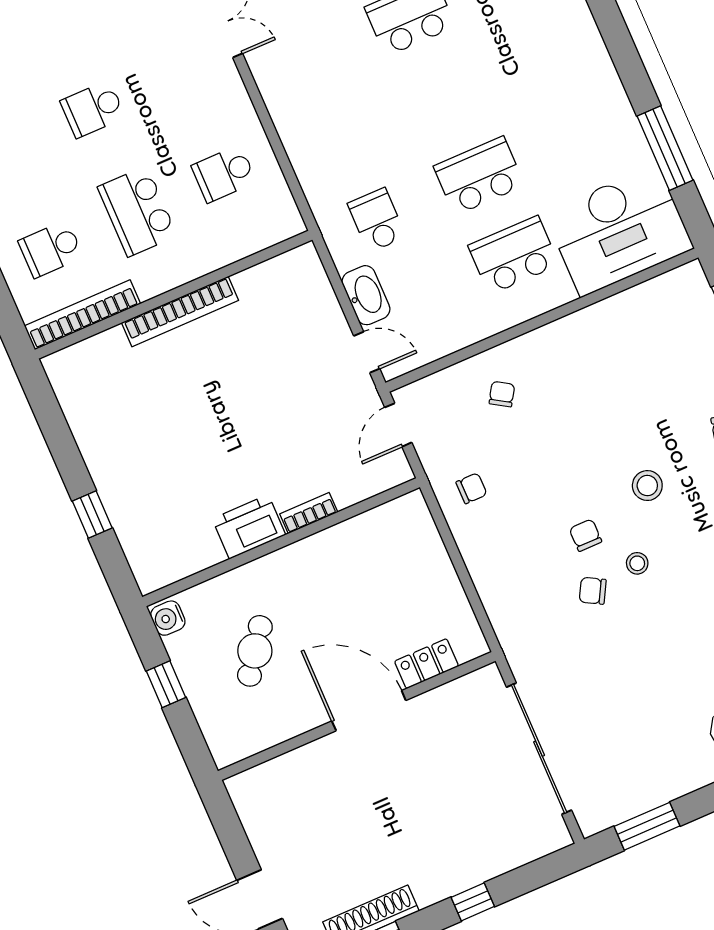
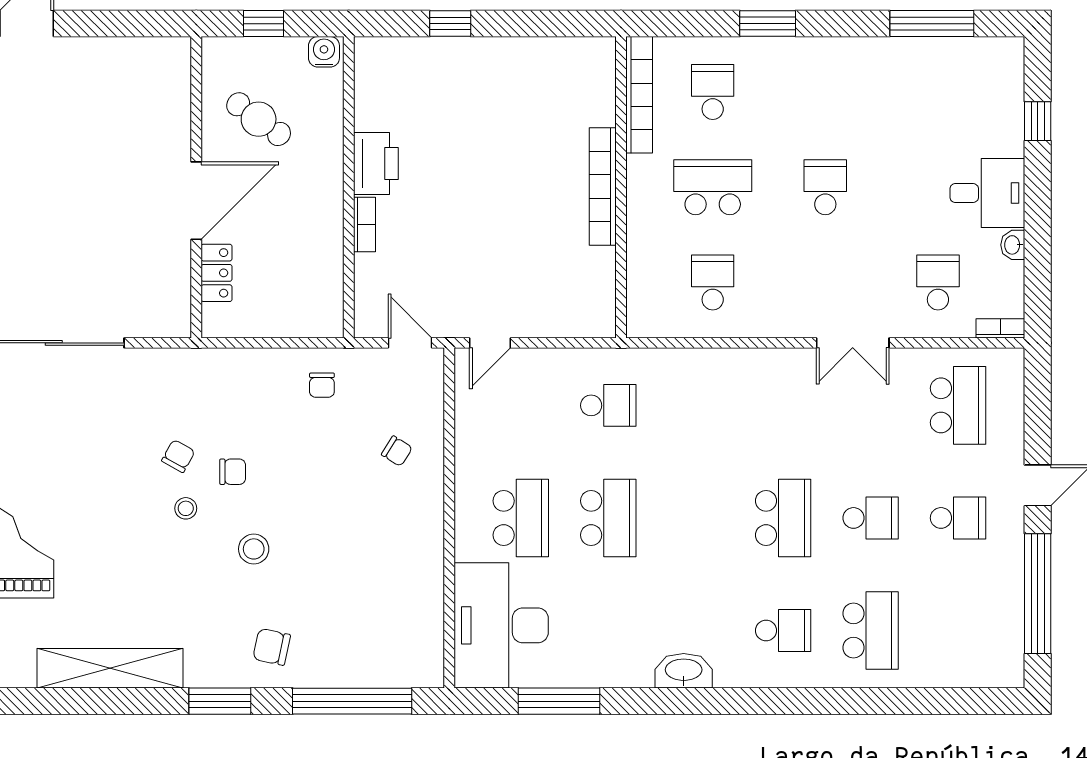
washbasin: (366, 295) -> (684, 671), moved, turned 180
locker: (426, 664) -> (217, 273), moved
door: (369, 711) -> (196, 201), moved
wall: (357, 716) -> (196, 187), moved

